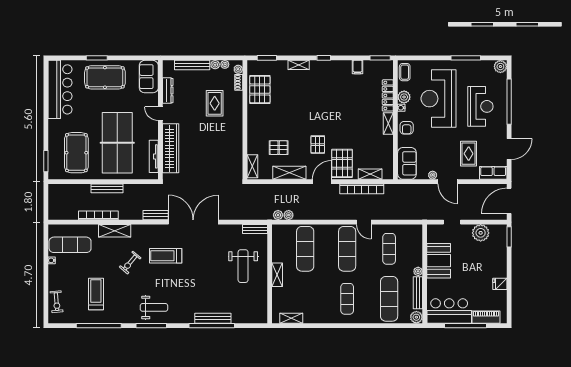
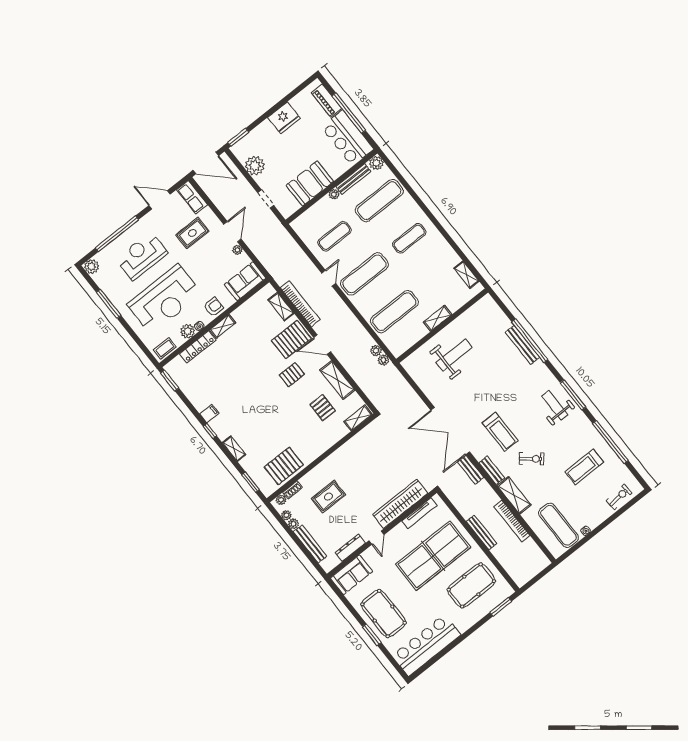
filing cabinet: (358, 67) -> (209, 414), moved
bench: (255, 229) -> (492, 470), moved
fridge: (500, 284) -> (284, 118), width x1.88, depth x1.34

